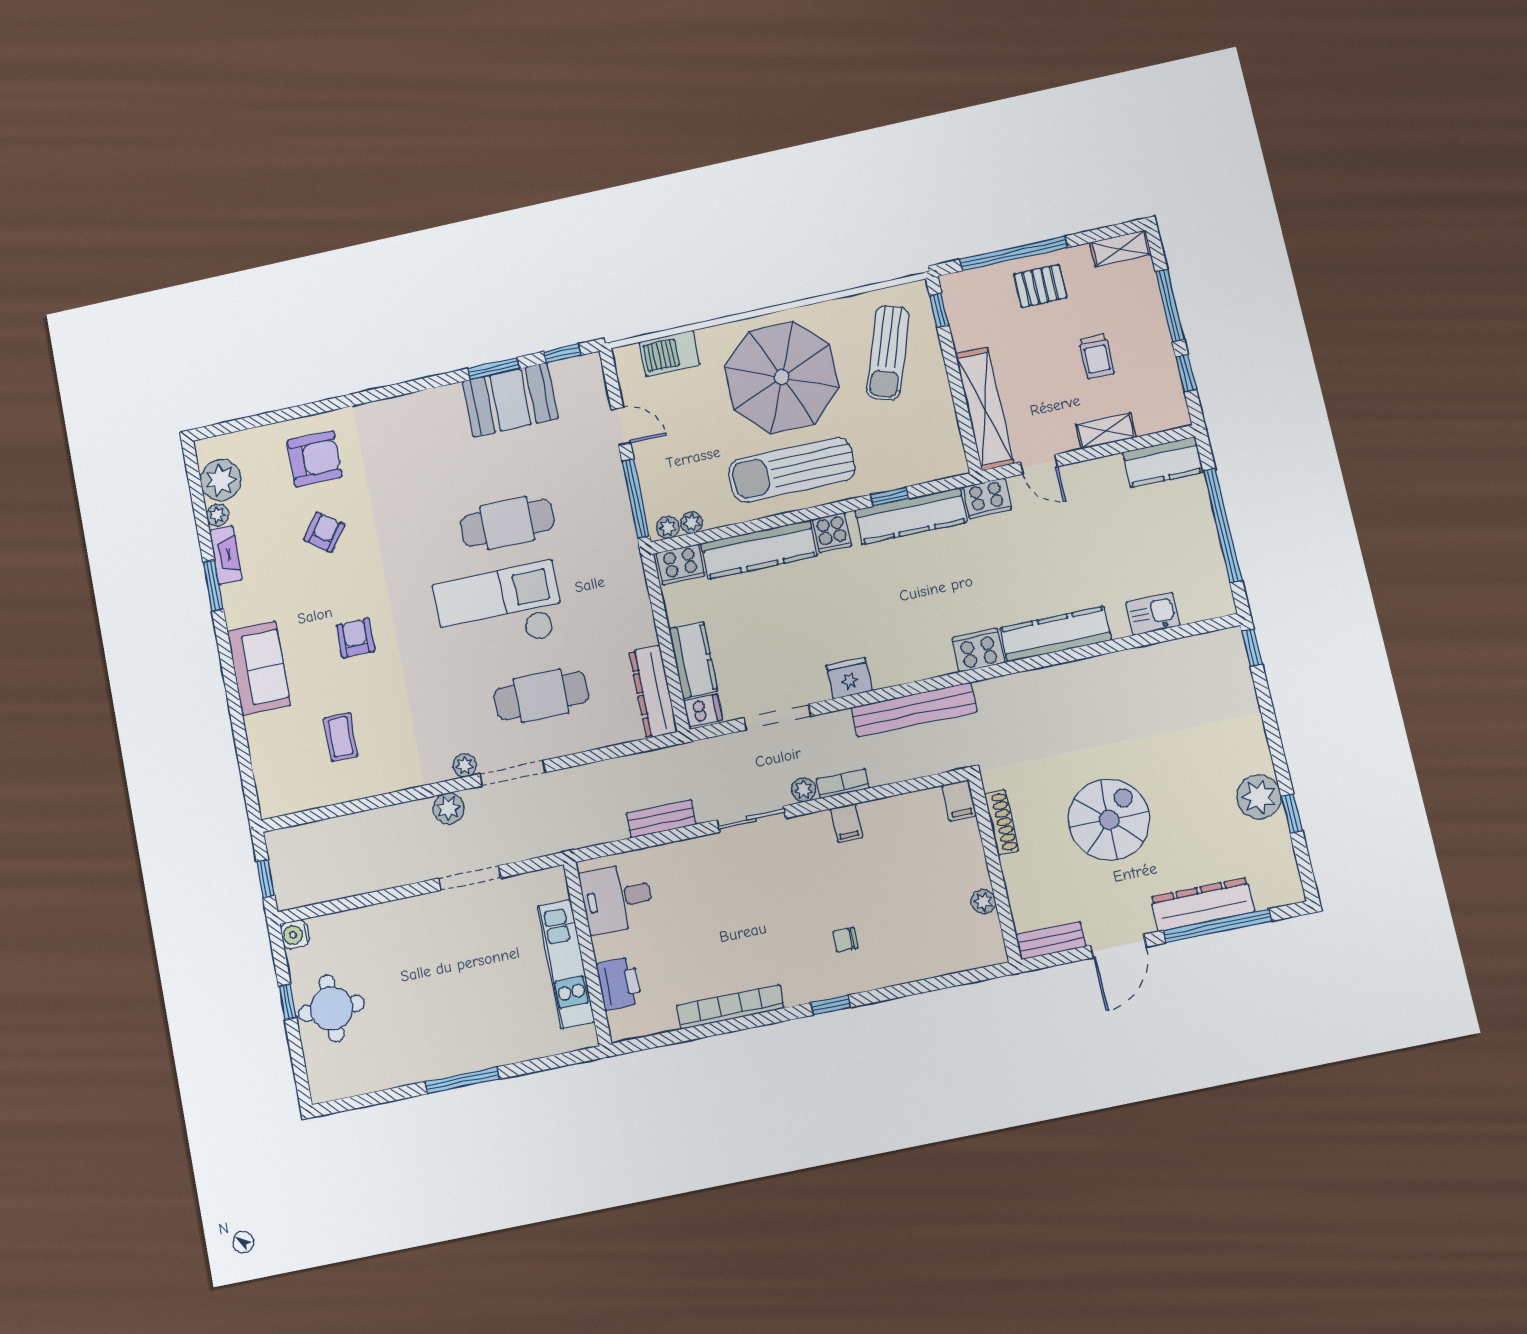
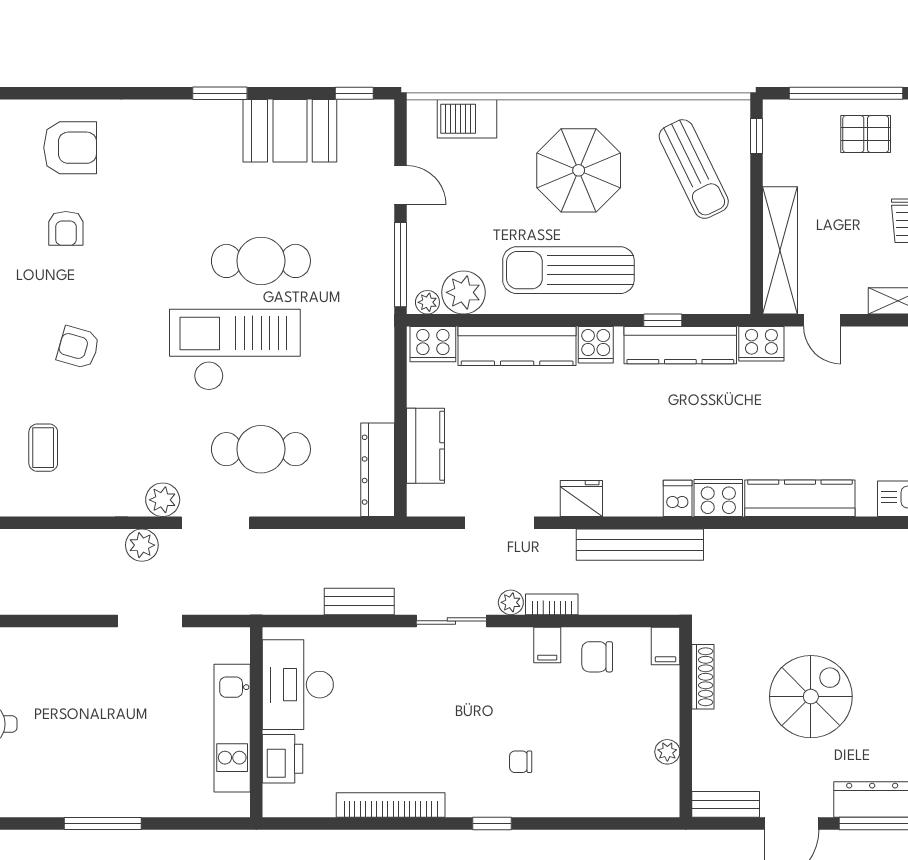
sun lounger: (888, 353) -> (694, 169), turned -45
window: (493, 369) -> (220, 93), moved
parasol: (782, 377) -> (579, 170), width x0.73, depth x0.73
plant: (692, 523) -> (463, 292), width x1.88, depth x1.88
armchair: (324, 532) -> (66, 228), turned 144
armchair: (355, 638) -> (78, 347), turned -74
dishwasher: (703, 711) -> (678, 498), moved, turned -90
plant: (465, 765) -> (163, 500), width x1.38, depth x1.38
chair: (896, 824) -> (597, 657), added
desk: (617, 898) -> (298, 685), width x1.37

